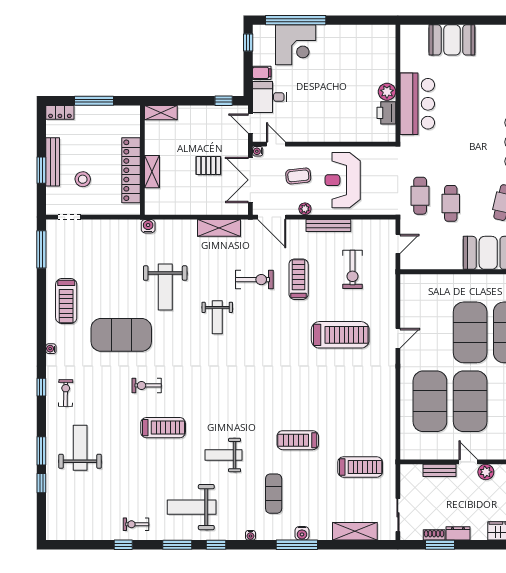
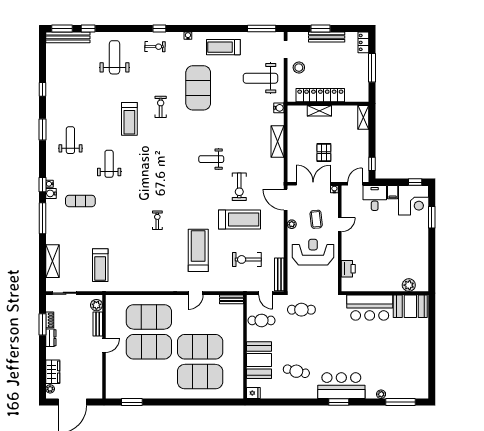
window: (296, 20) -> (432, 217), width x0.47
booth: (452, 40) -> (410, 306), moved, turned 90
corner desk: (296, 45) -> (413, 200), moved, turned -90
plant: (387, 92) -> (409, 285), moved
printer: (386, 113) -> (348, 269), moved, turned 90
door: (276, 144) -> (340, 225), moved
stool: (83, 179) -> (299, 68), moved
cafe table: (451, 203) -> (262, 320), moved
door: (272, 217) -> (286, 200), hinge flipped
bench: (328, 226) -> (279, 274), moved
shelving: (219, 228) -> (278, 142), moved
treadmill: (299, 279) -> (240, 219), width x1.37, depth x1.38
weight bench: (165, 287) -> (260, 78), moved
bench: (406, 290) -> (231, 299), added
treadmill: (340, 335) -> (198, 250), turned 180
door: (398, 338) -> (196, 293), hinge flipped
treadmill: (298, 440) -> (120, 219), removed
weight bench: (80, 448) -> (114, 57), turned -90
window: (41, 451) -> (62, 29), moved
plant: (486, 472) -> (96, 305), moved
weight bench: (192, 507) -> (70, 140), width x0.73, depth x0.75
bench: (53, 511) -> (68, 37), added
exercise bike: (136, 524) -> (157, 220), moved
water cooler: (302, 533) -> (51, 193), moved
window: (216, 545) -> (43, 185), moved

